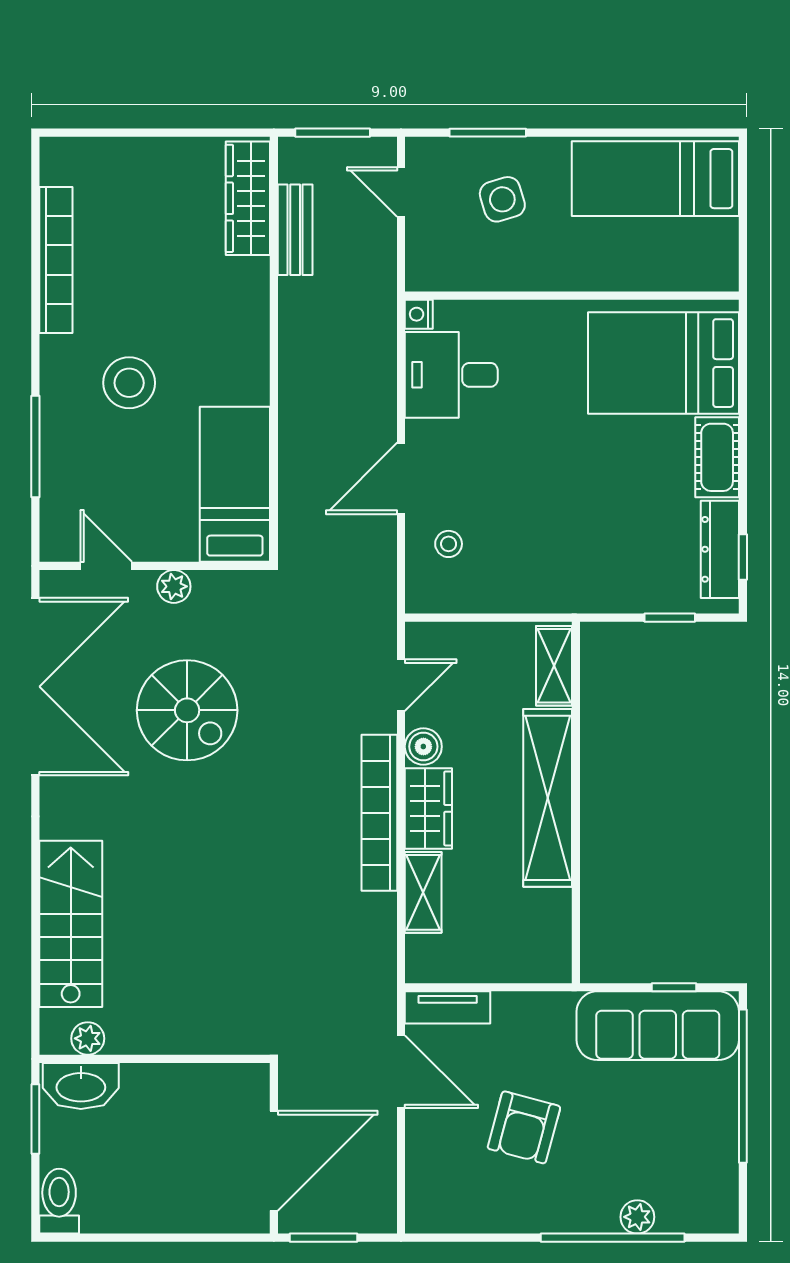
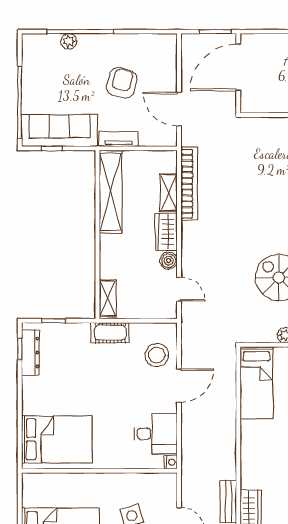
cot: (717, 457) -> (110, 333), moved, turned 90
stool: (449, 544) -> (157, 355), width x1.89, depth x1.89
door: (401, 685) -> (179, 289), swing flipped
shelving: (548, 798) -> (111, 192), moved
bookcase: (379, 813) -> (189, 184), moved
tv unit: (448, 1007) -> (119, 139), moved

